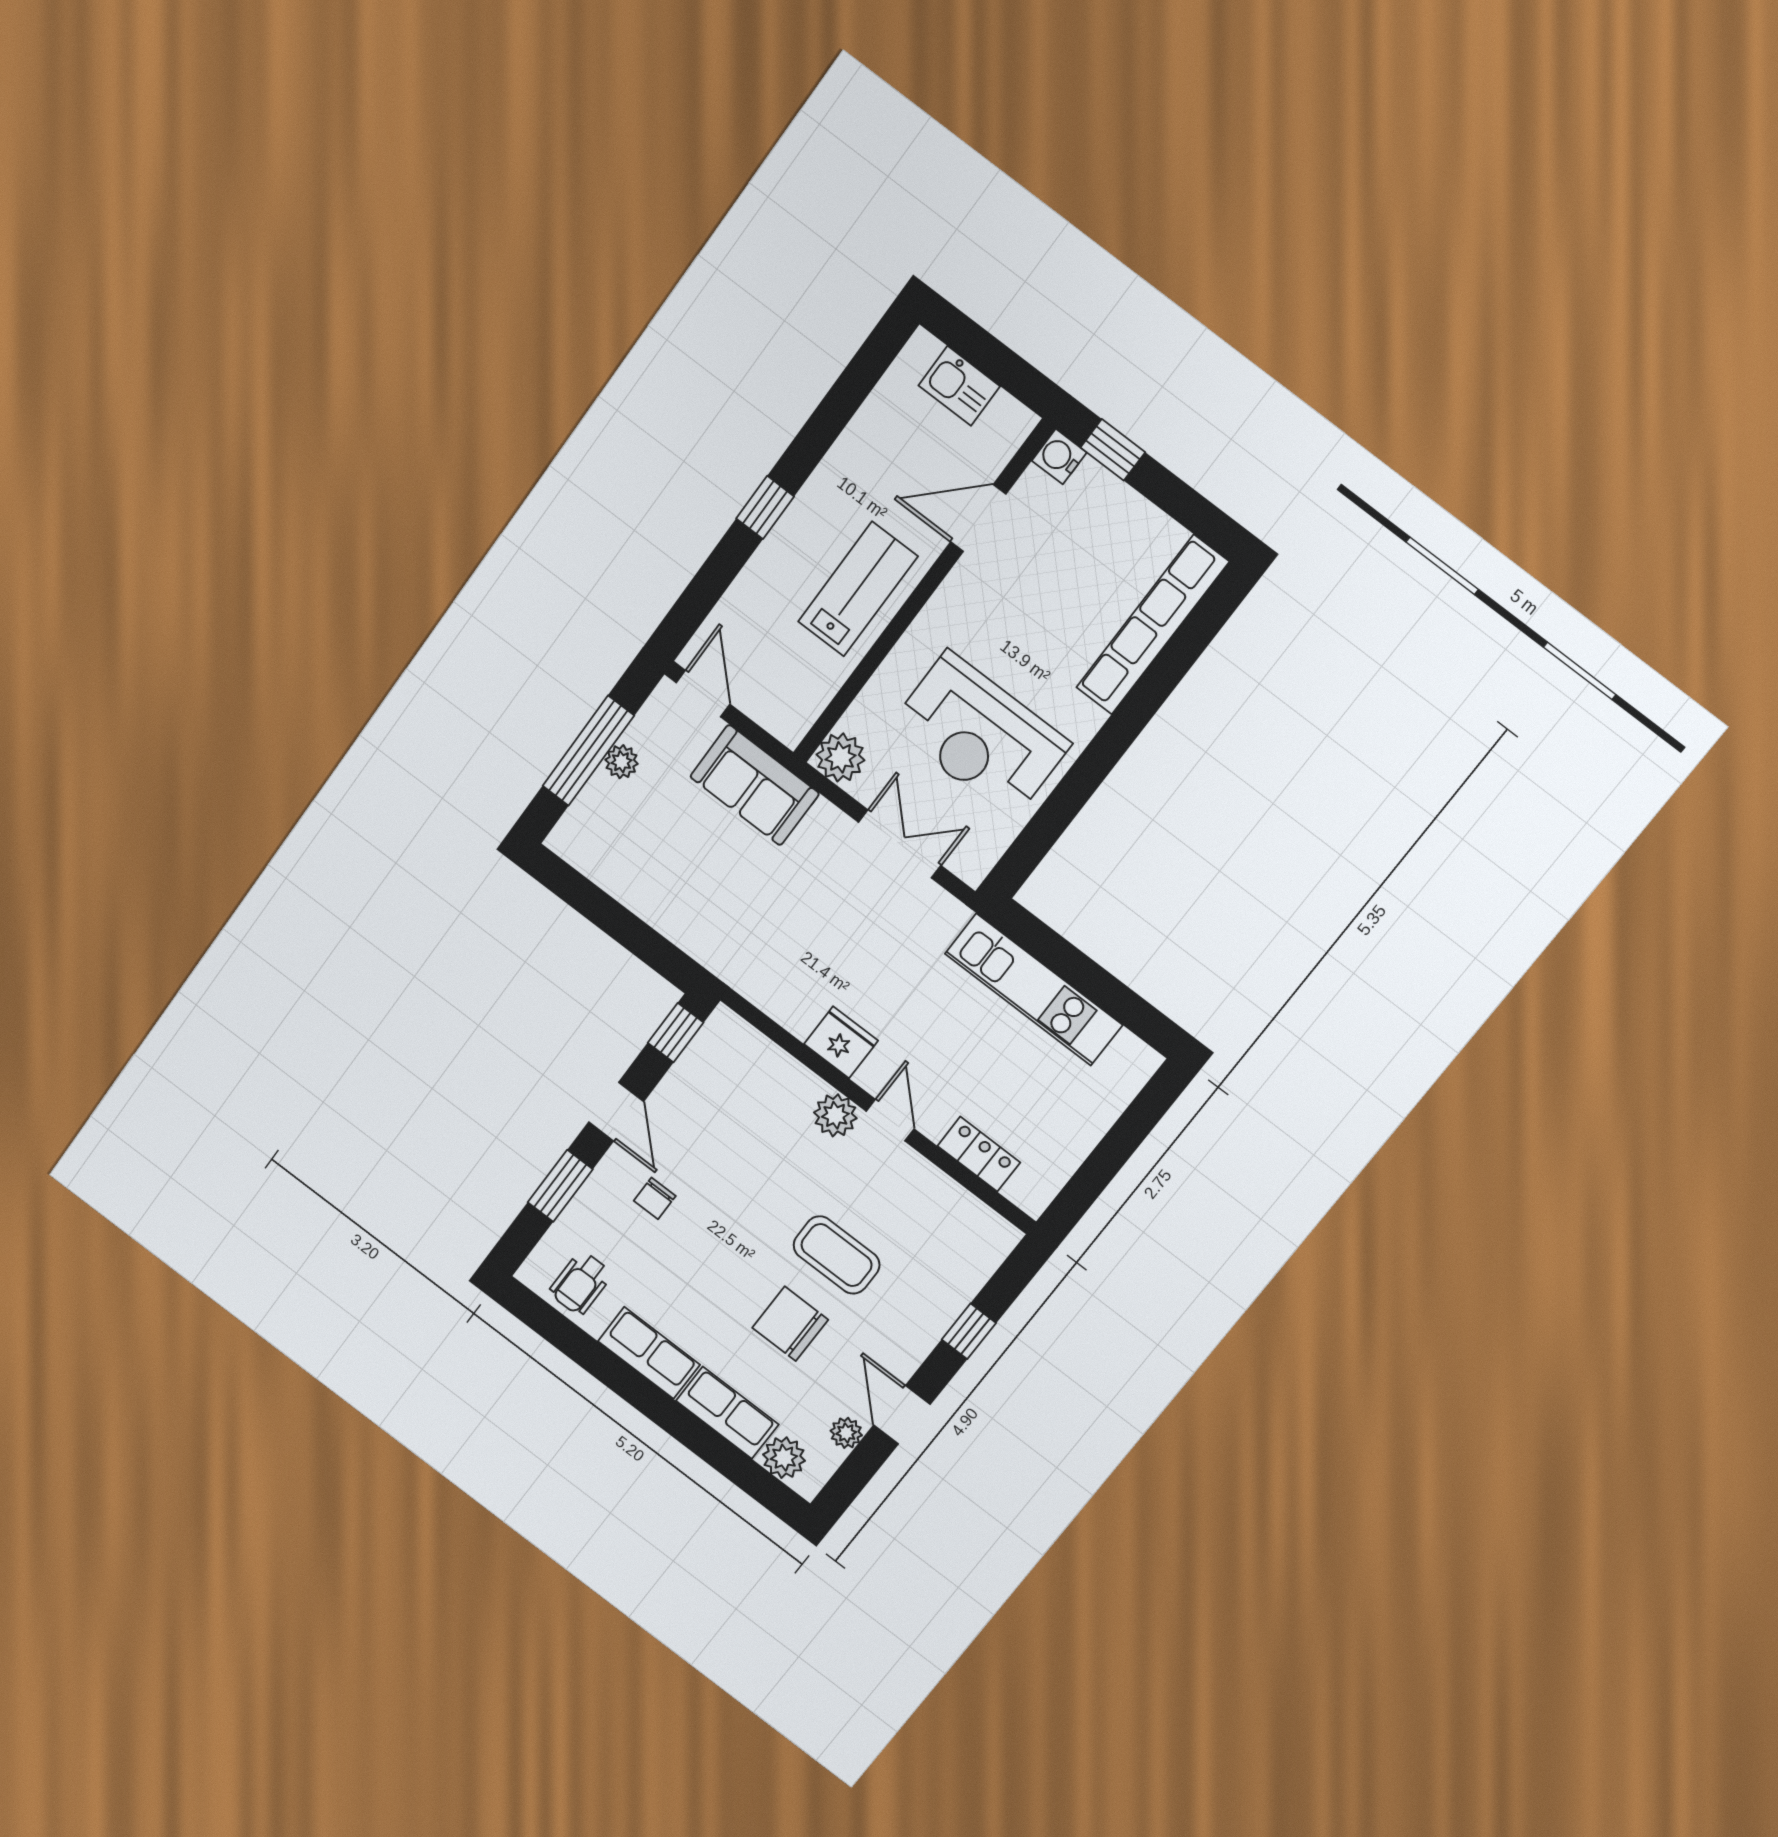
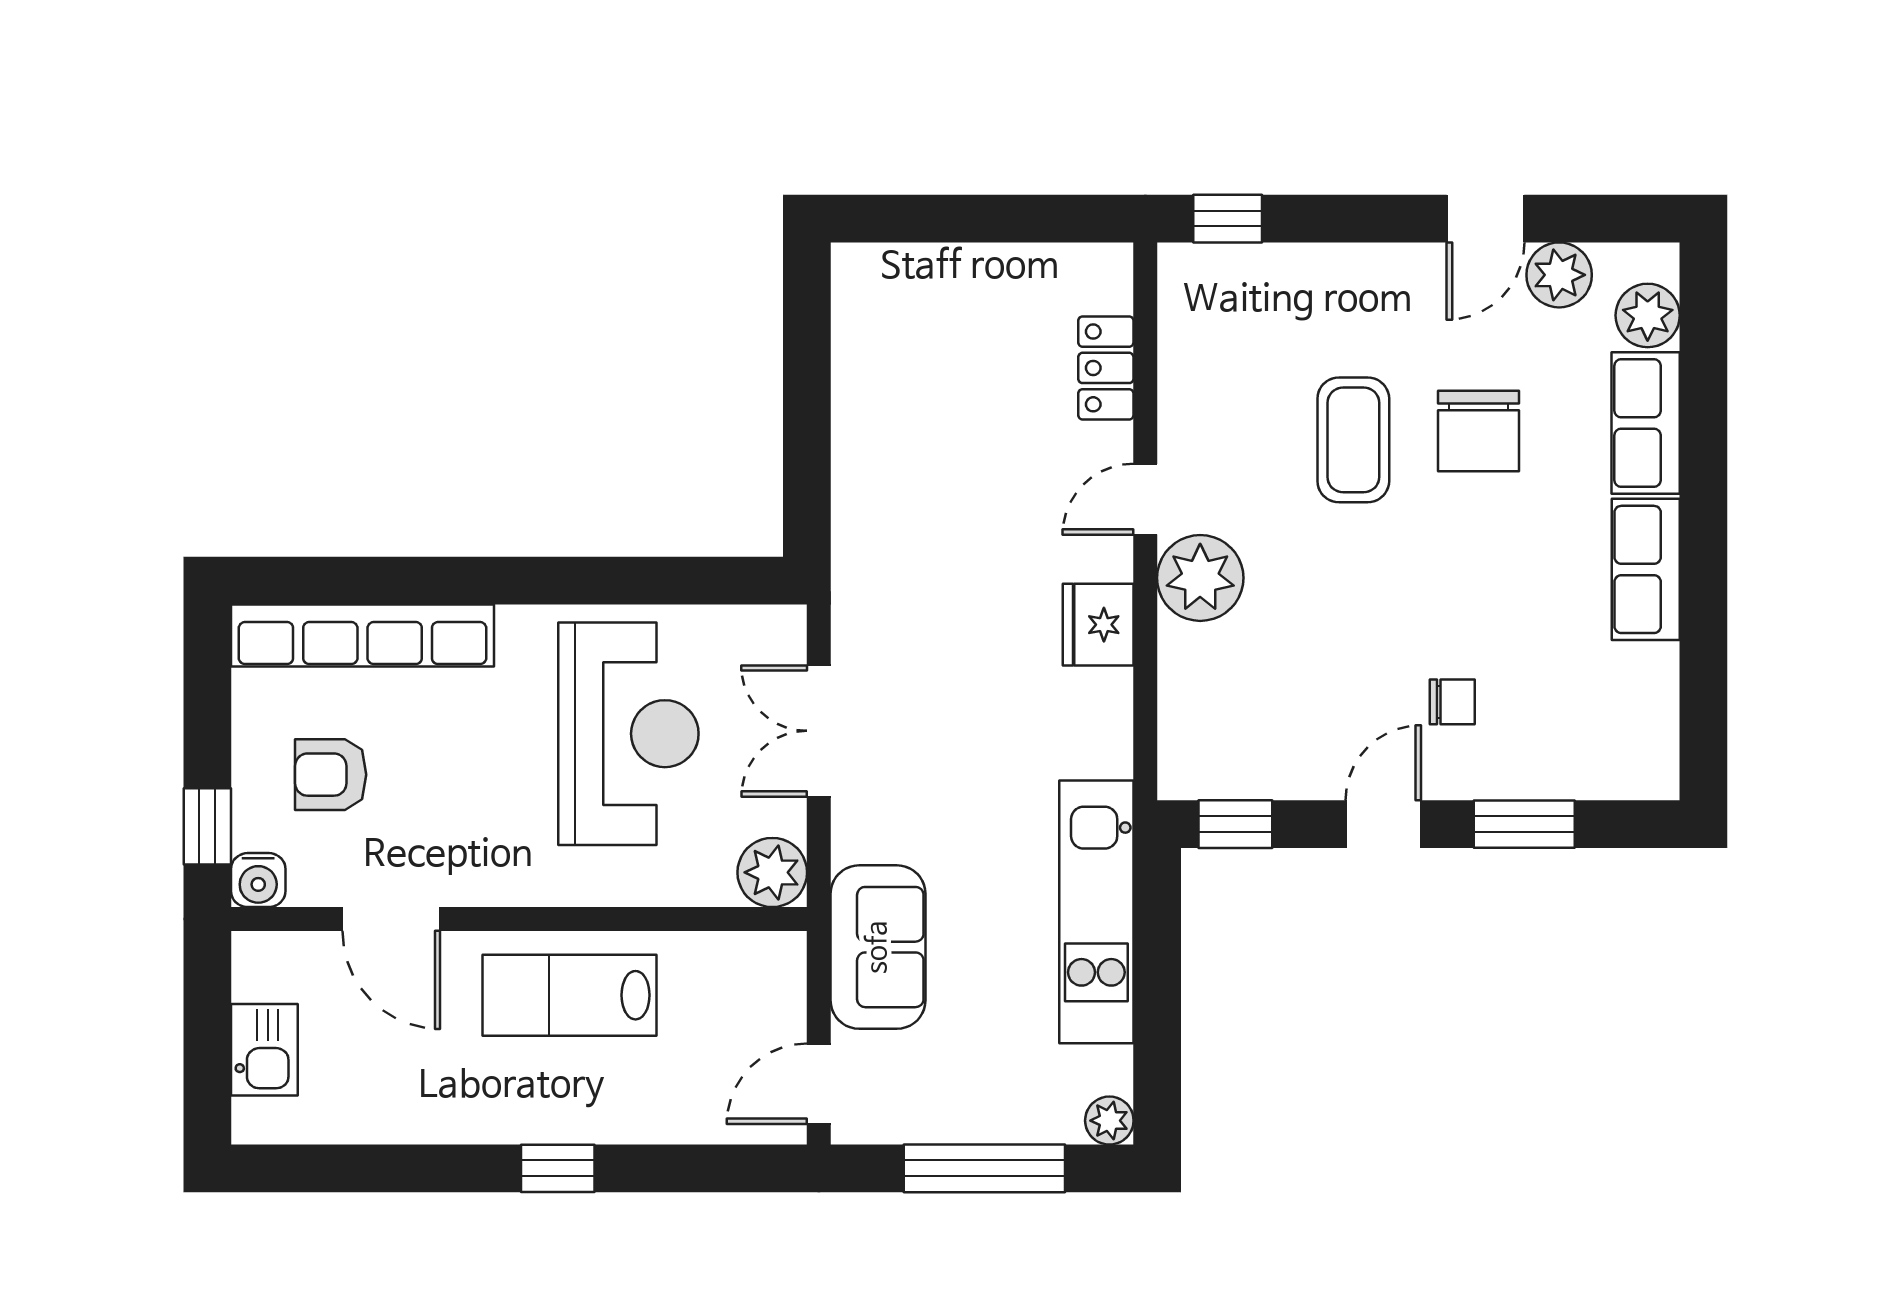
armchair: (1087, 546) -> (331, 775), added
plant: (622, 762) -> (1109, 1121), moved
kitchen unit: (1034, 989) -> (1096, 912), moved, turned 180
plant: (835, 1115) -> (1200, 578), width x1.36, depth x1.36
wheelchair: (581, 1283) -> (1624, 713), removed
window: (969, 1331) -> (1228, 219), moved
plant: (846, 1433) -> (1559, 275), width x1.38, depth x1.38

